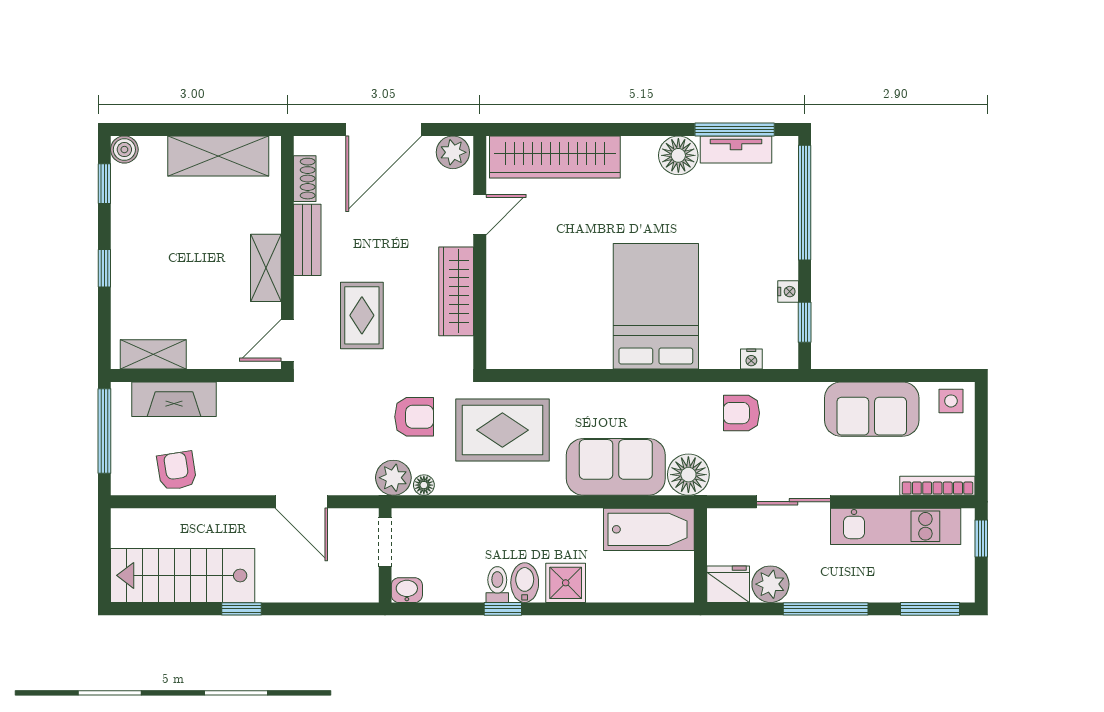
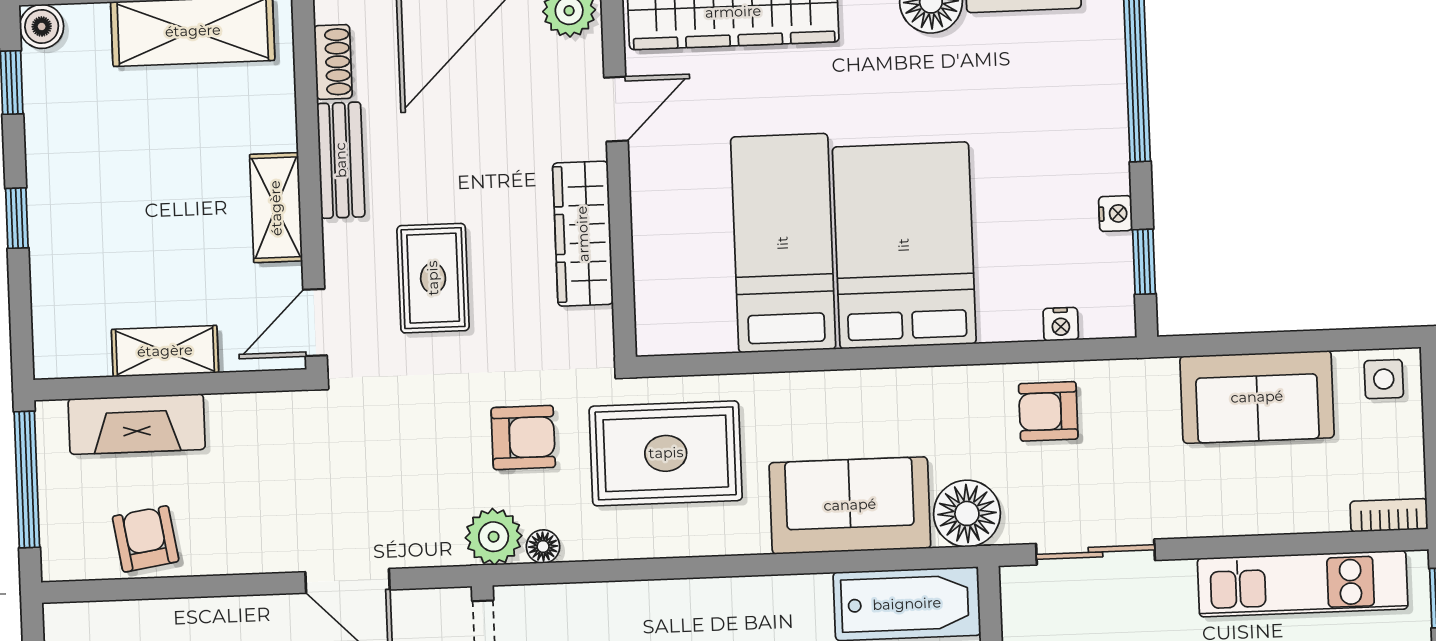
bed: (581, 302) -> (783, 243), added
shelving: (153, 354) -> (165, 351), moved
bookcase: (937, 486) -> (1389, 515), width x0.64
sliding door: (793, 502) -> (1095, 552), moved

